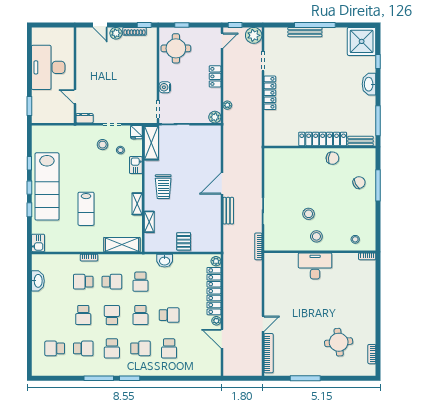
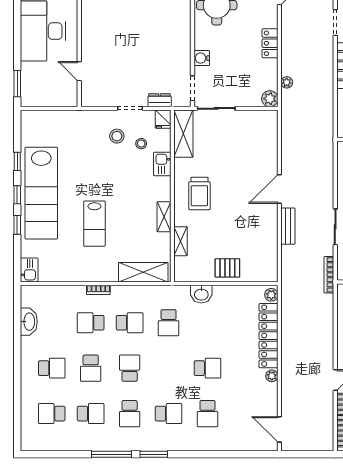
dresser: (85, 118) -> (160, 100), moved
pallet: (184, 241) -> (227, 268), turned 90
school desk: (140, 315) -> (52, 368), moved, turned -90
door: (222, 339) -> (279, 429), moved

